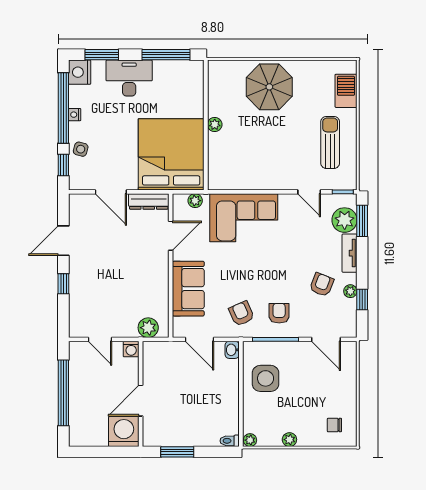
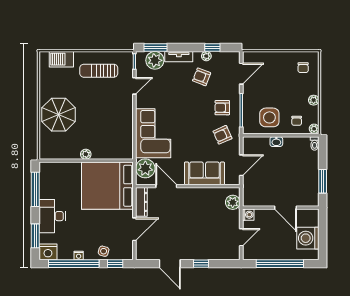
plant: (195, 201) -> (145, 168), width x1.88, depth x1.88
washbasin: (232, 350) -> (276, 142), moved
chair: (261, 416) -> (297, 121), added
washing machine: (124, 432) -> (308, 238), moved

